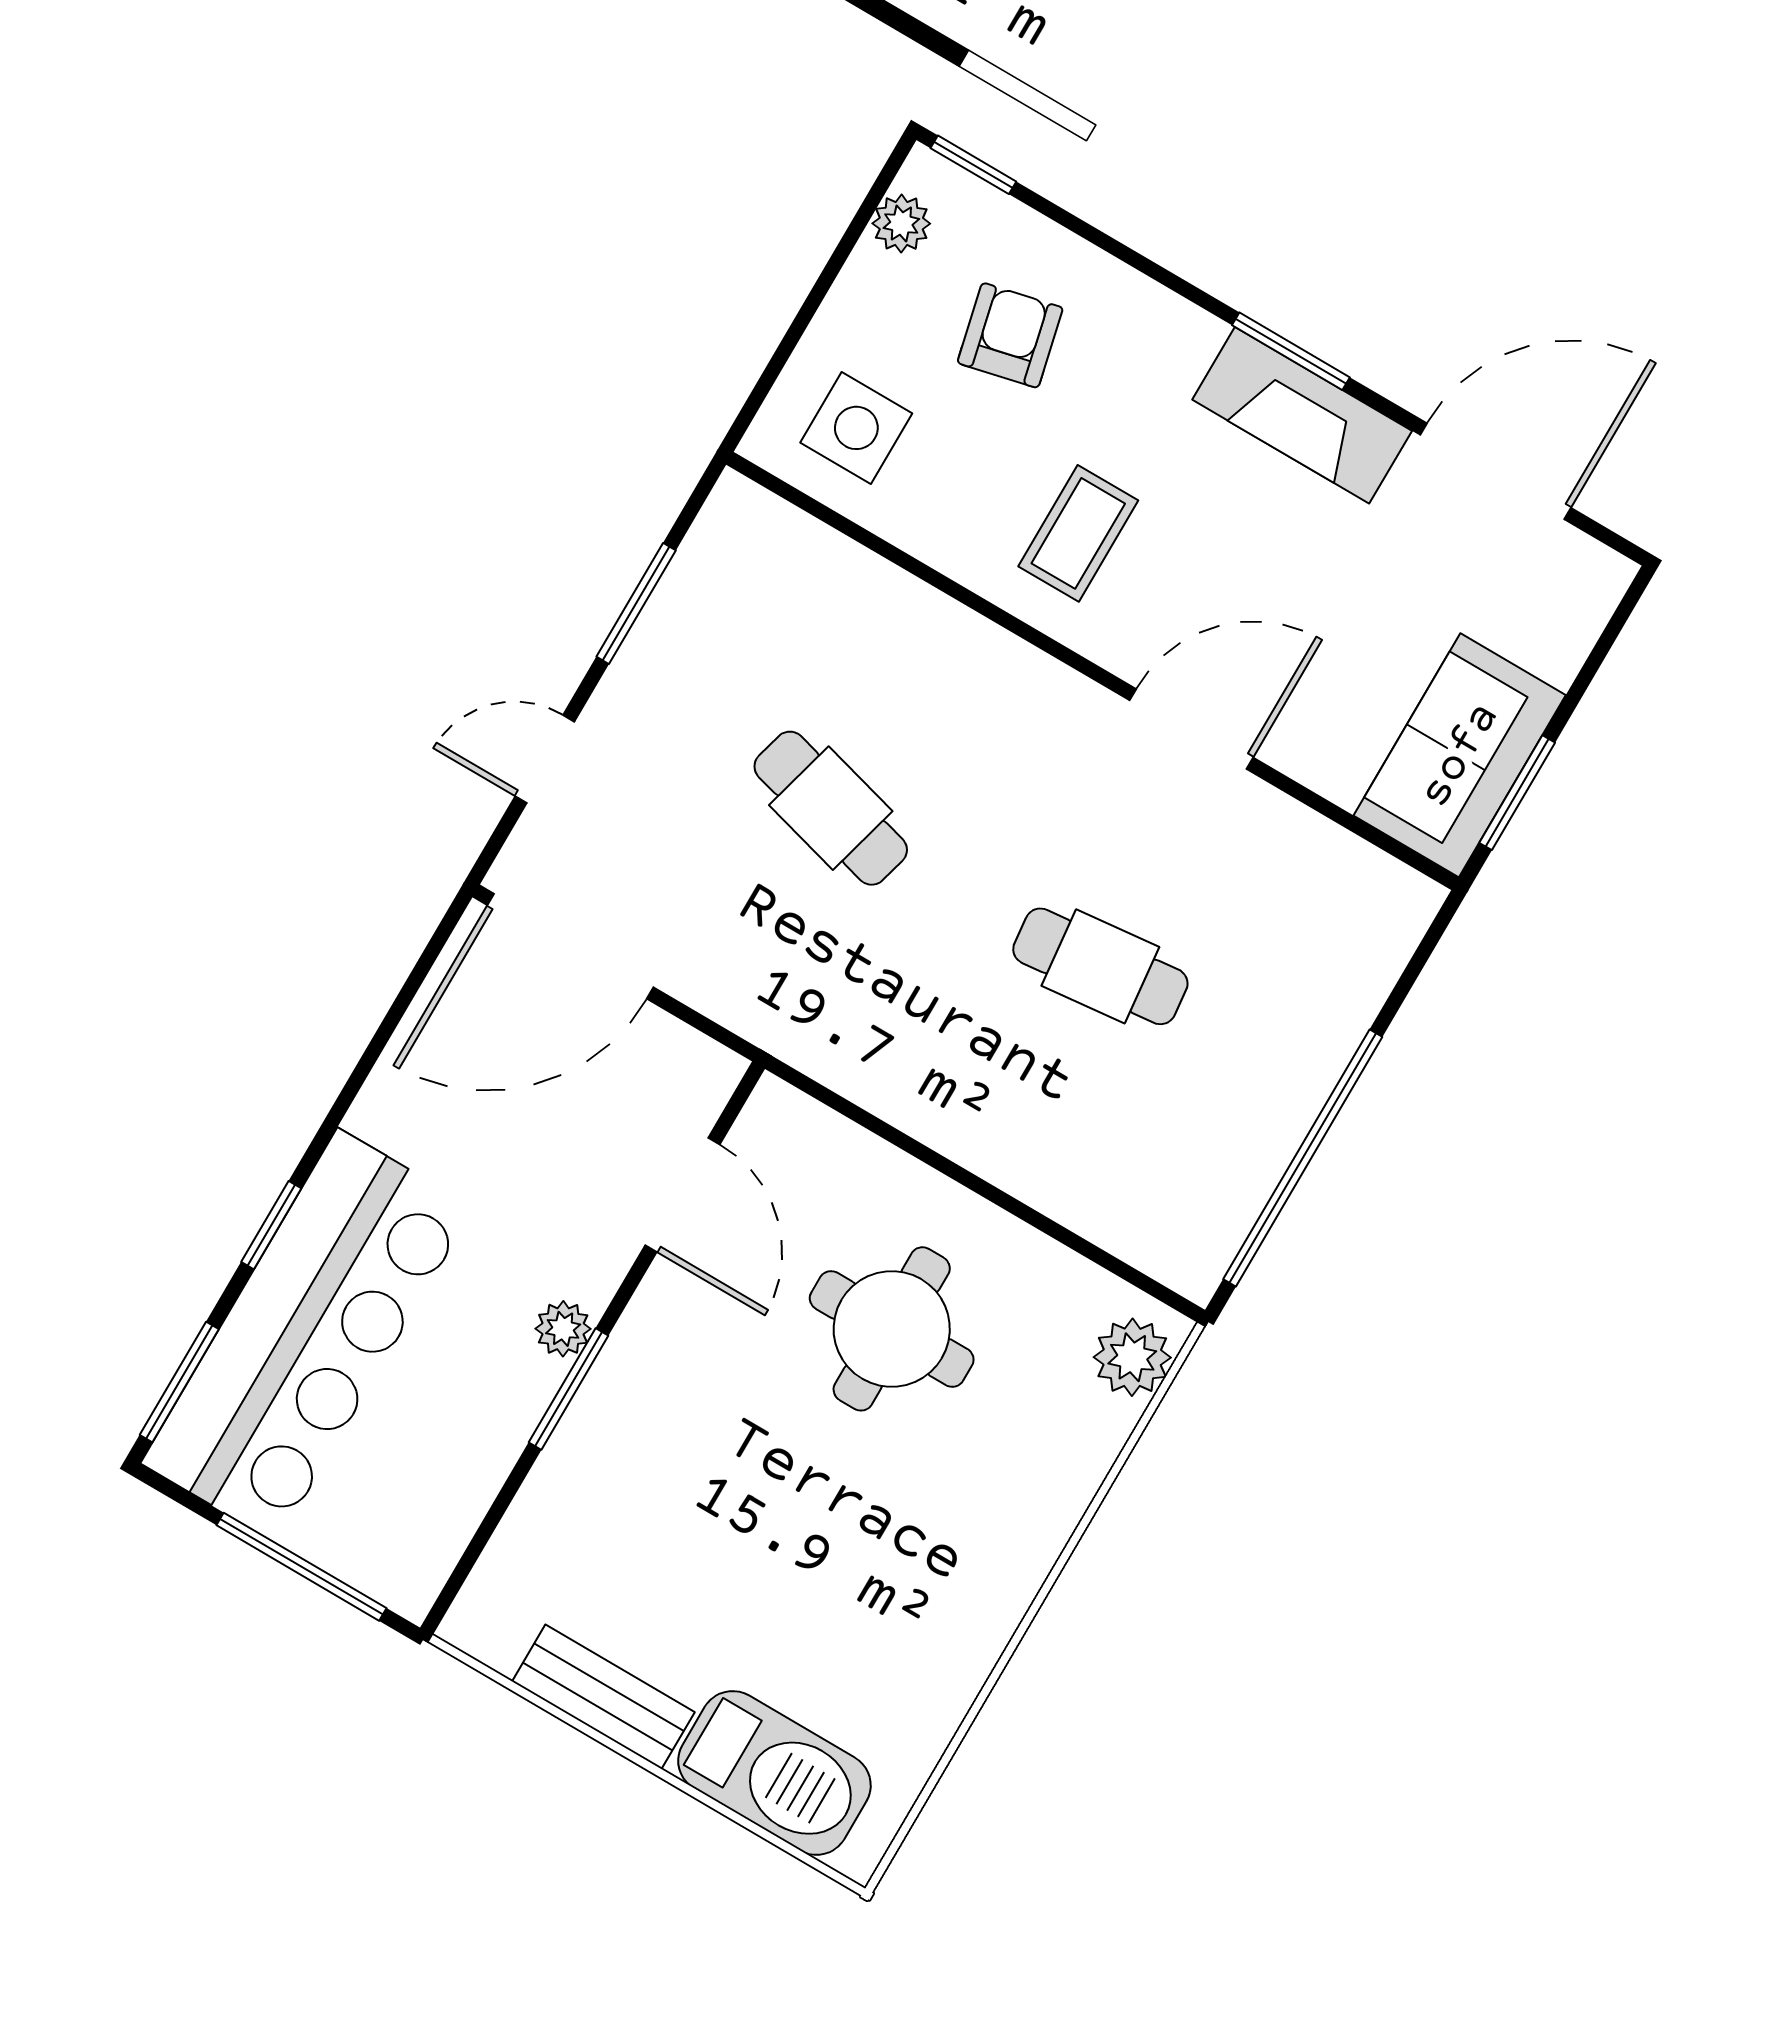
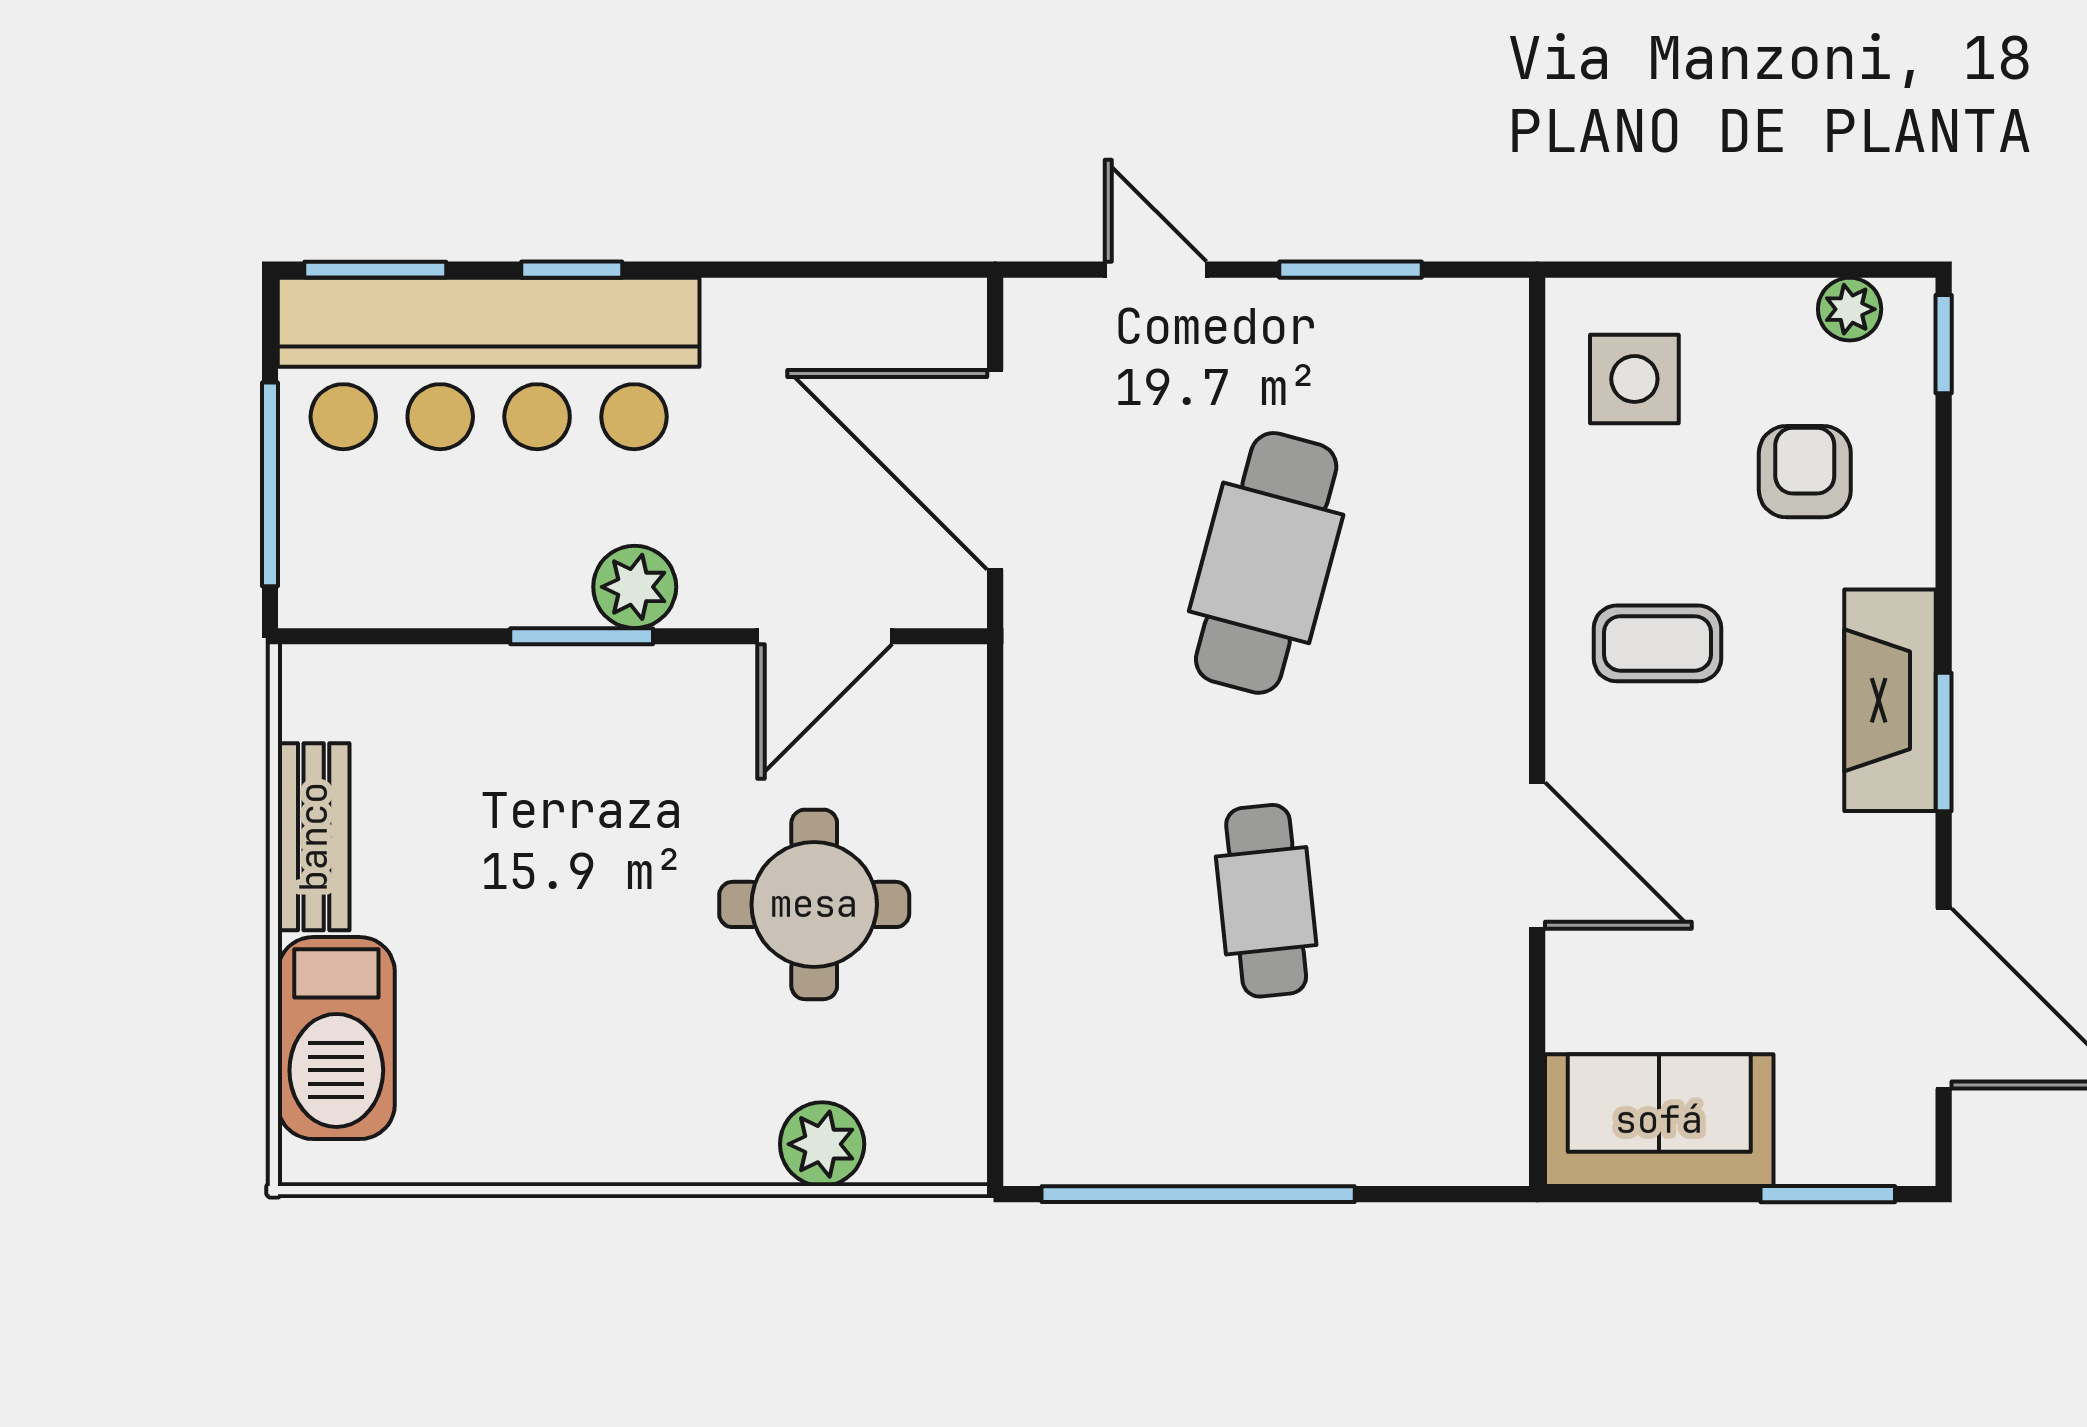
armchair: (1010, 335) -> (1805, 472), turned -77
fireplace: (1302, 415) -> (1890, 700), moved
window: (1517, 793) -> (1828, 1194), moved
cafe table: (831, 808) -> (1266, 563), width x1.37, depth x1.35
door: (570, 946) -> (995, 470), moved
plant: (563, 1329) -> (635, 587), width x1.38, depth x1.38
plant: (1132, 1357) -> (822, 1144), moved

